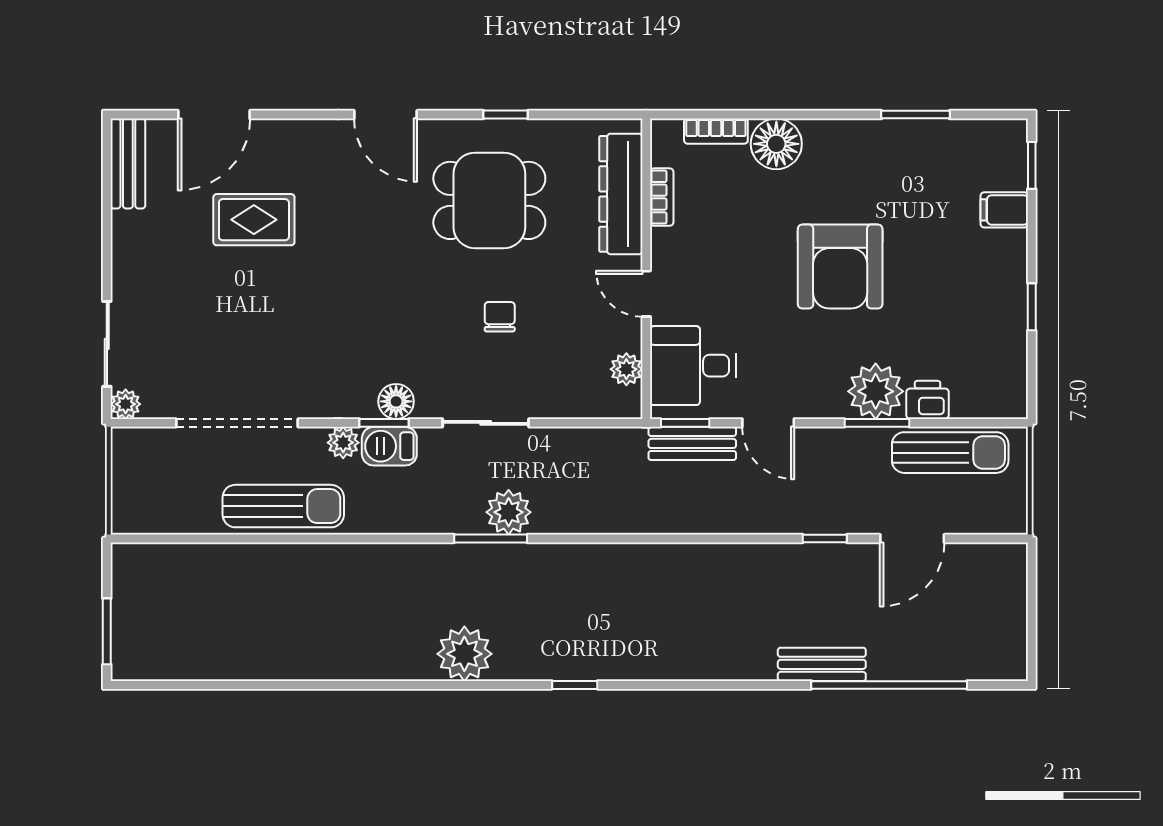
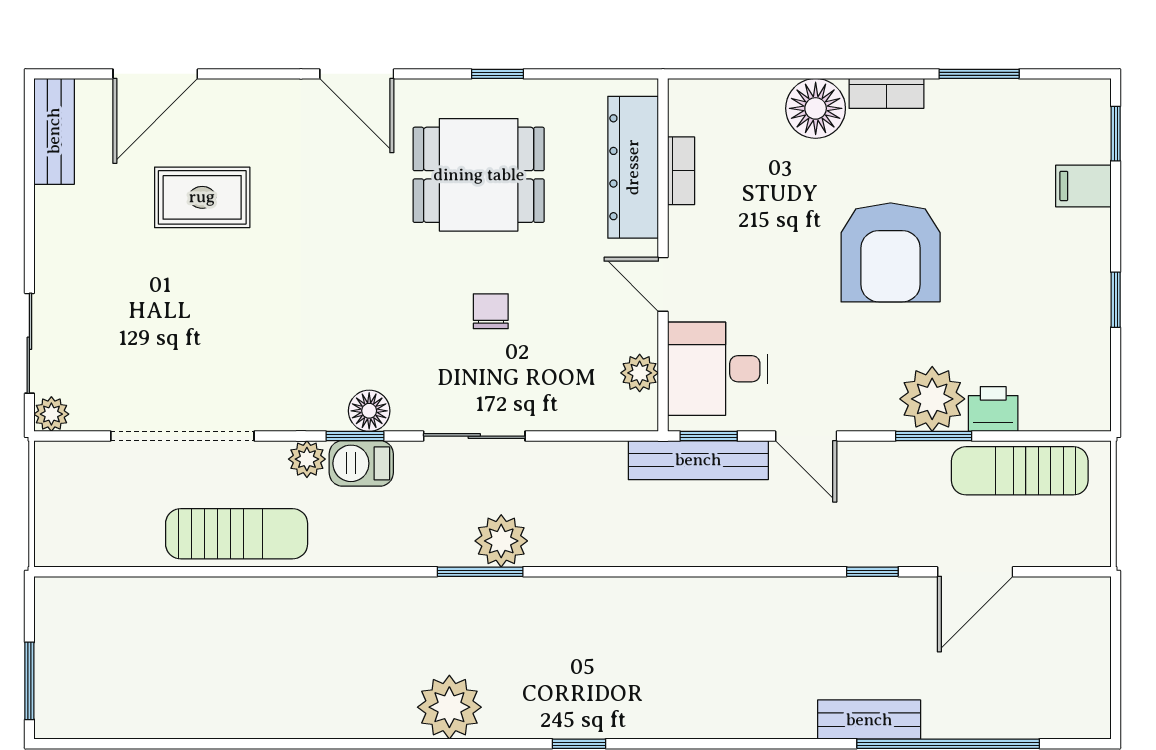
bookcase: (716, 131) -> (886, 93), moved
bench: (692, 443) -> (698, 460), width x1.36
sun lounger: (950, 453) -> (1020, 471), turned 180

